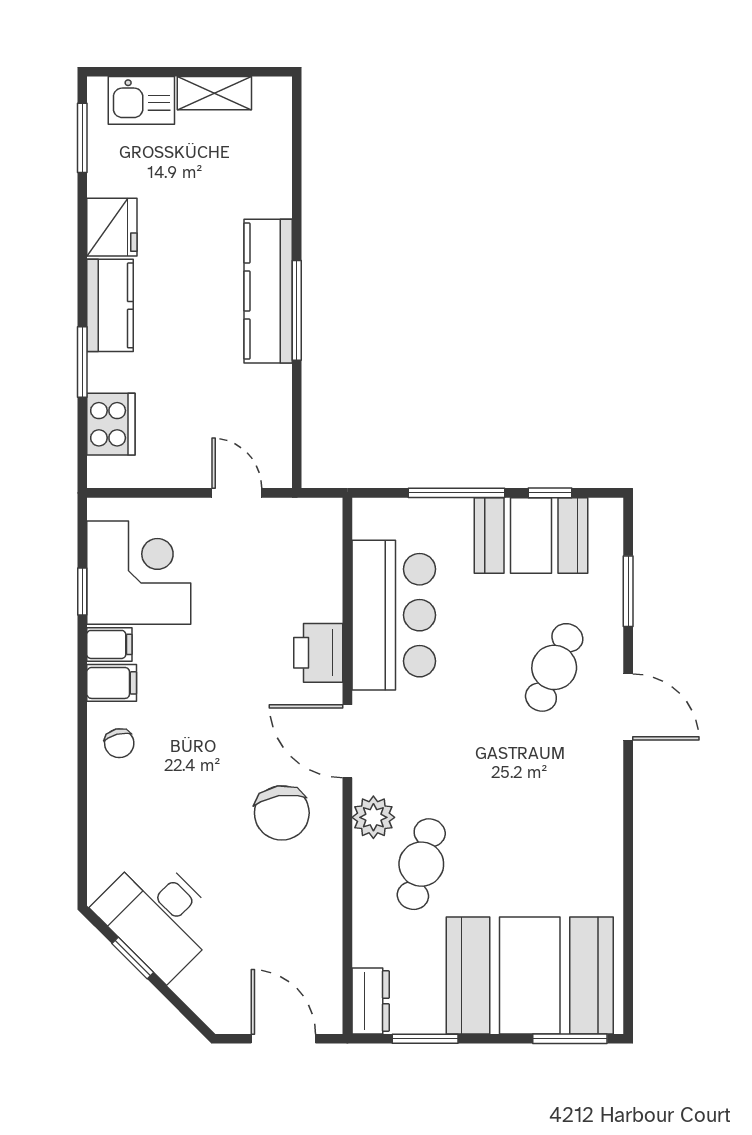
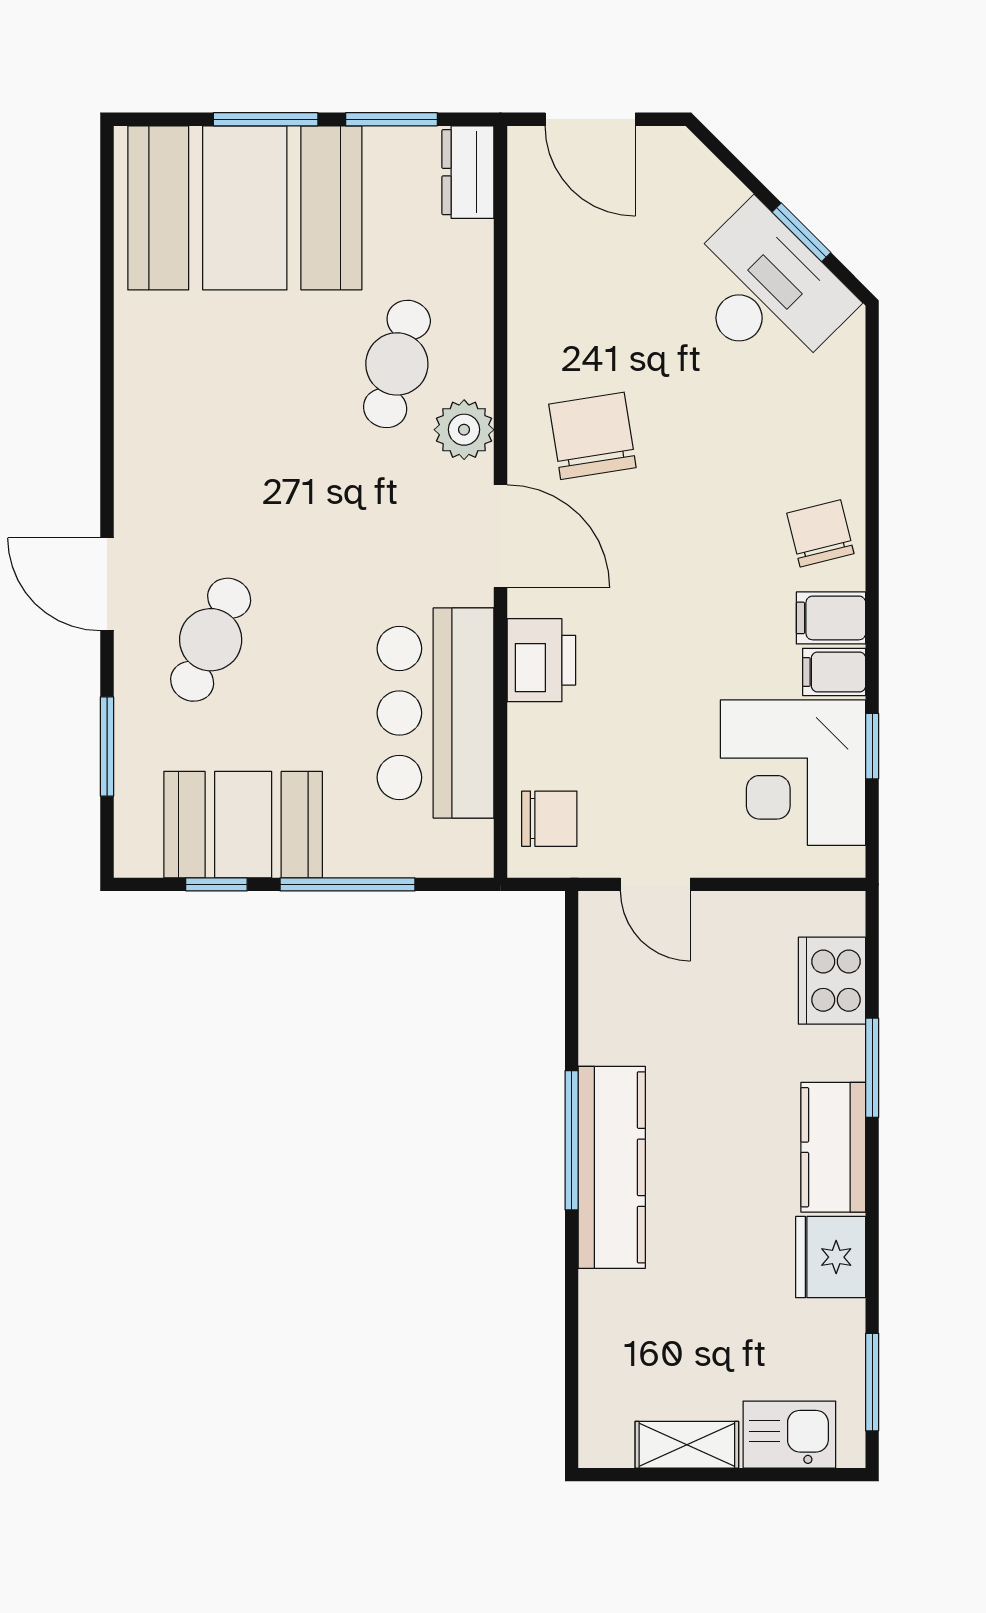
chair: (313, 540) -> (549, 819), added
chair: (119, 743) -> (820, 533), width x1.37, depth x1.37
window: (570, 1039) -> (266, 119), moved

